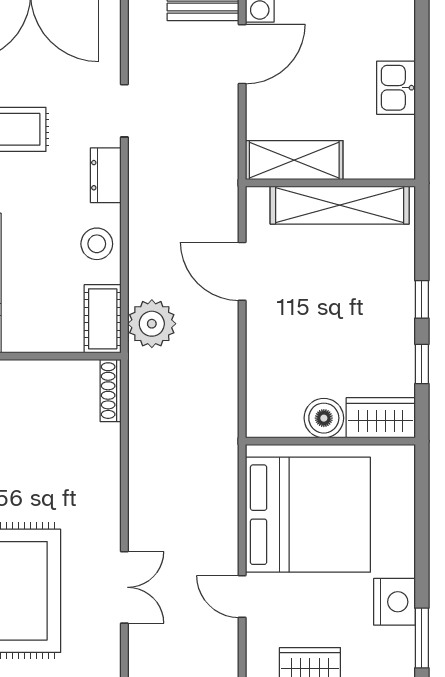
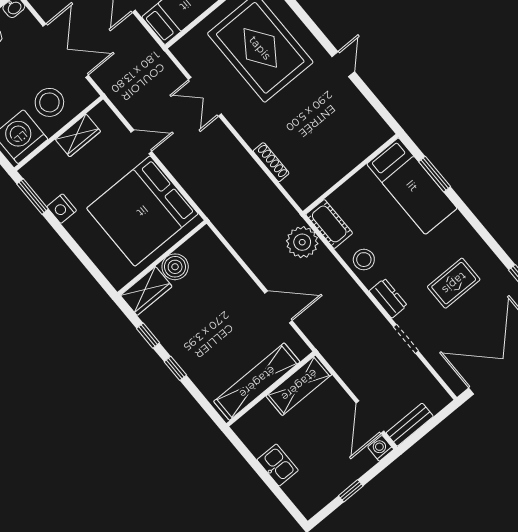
shoe rack: (111, 391) -> (271, 162), moved
nightstand: (394, 602) -> (62, 209), width x0.74, depth x0.75

